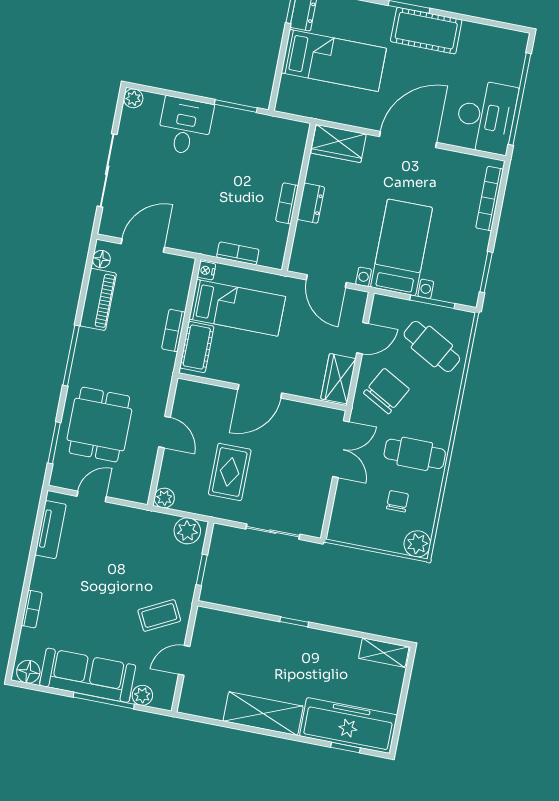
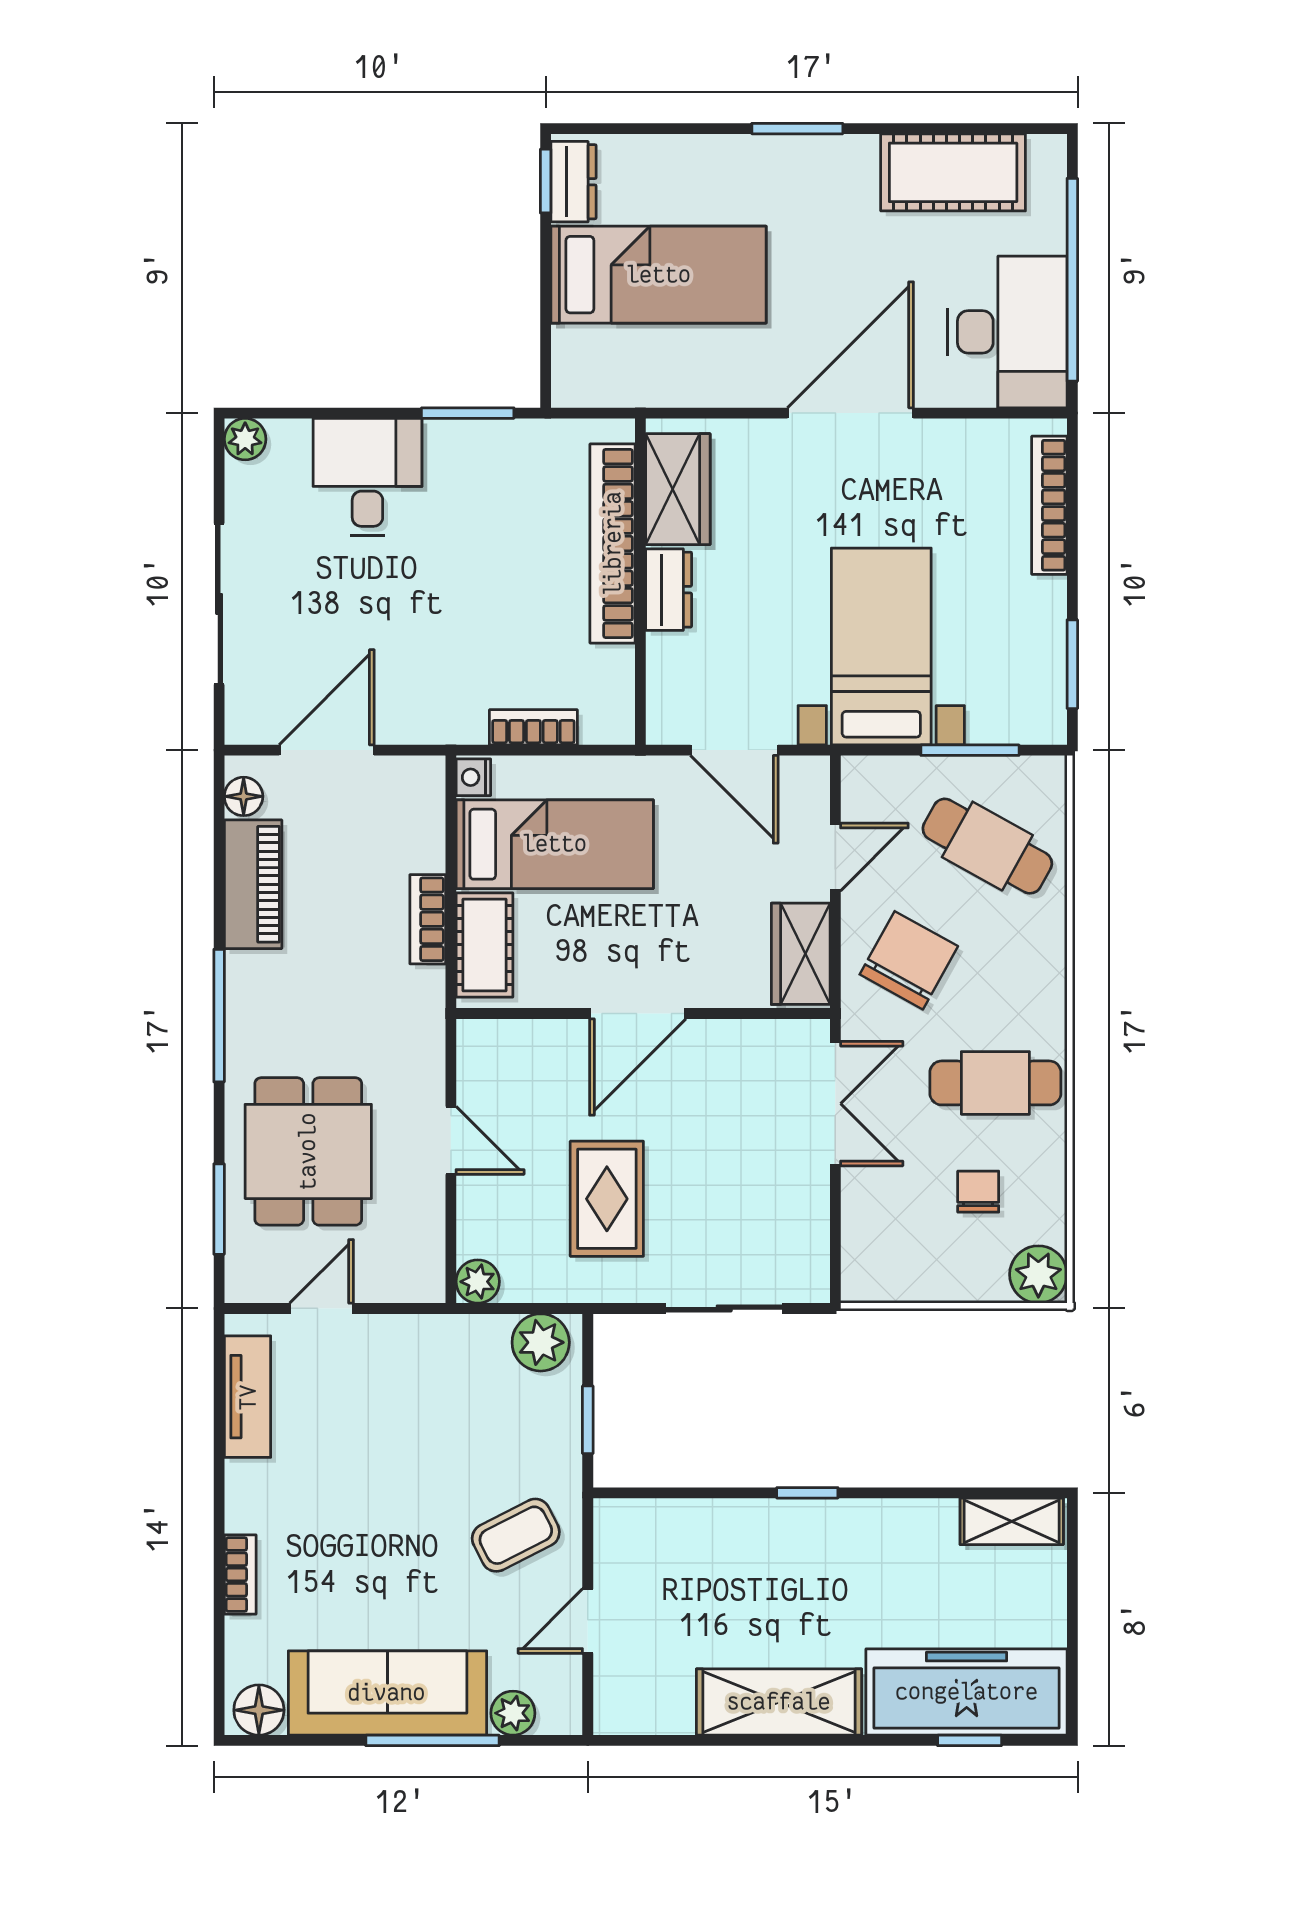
cot: (426, 31) -> (953, 172), moved
wardrobe: (339, 144) -> (678, 489), moved, turned -90
bookcase: (287, 203) -> (613, 543), width x2.31, depth x1.31

